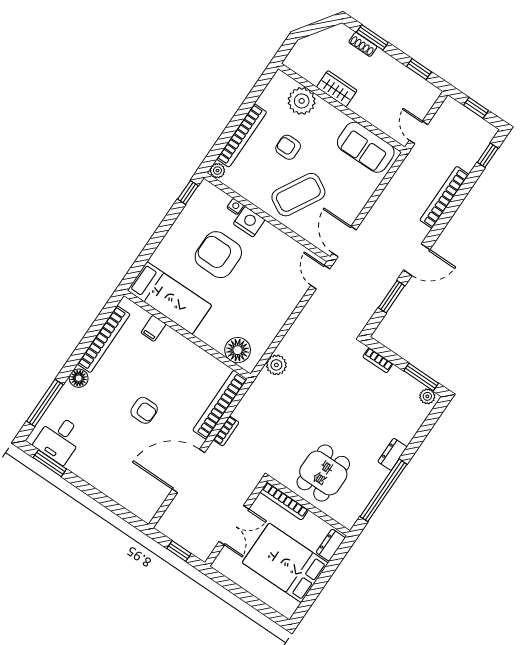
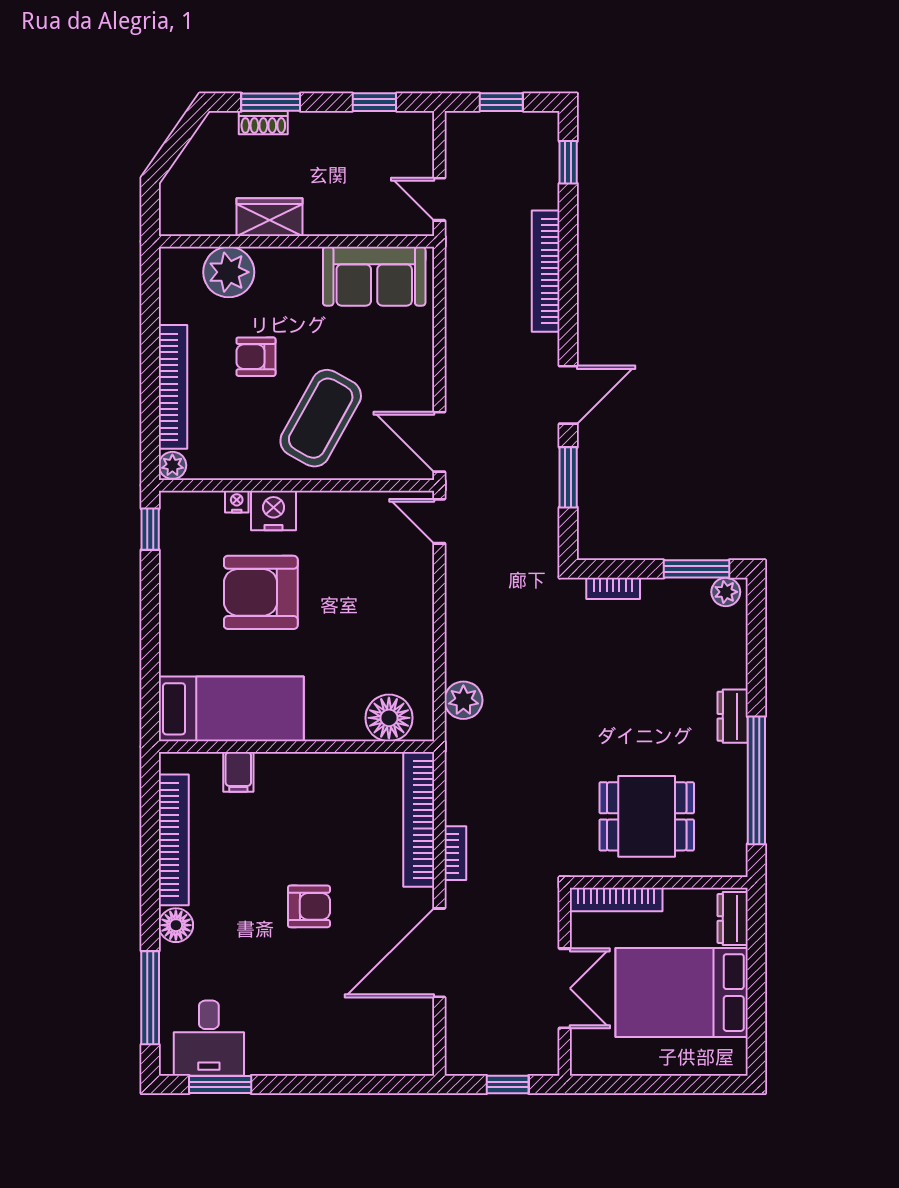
dining table: (323, 473) -> (647, 816), turned 90

